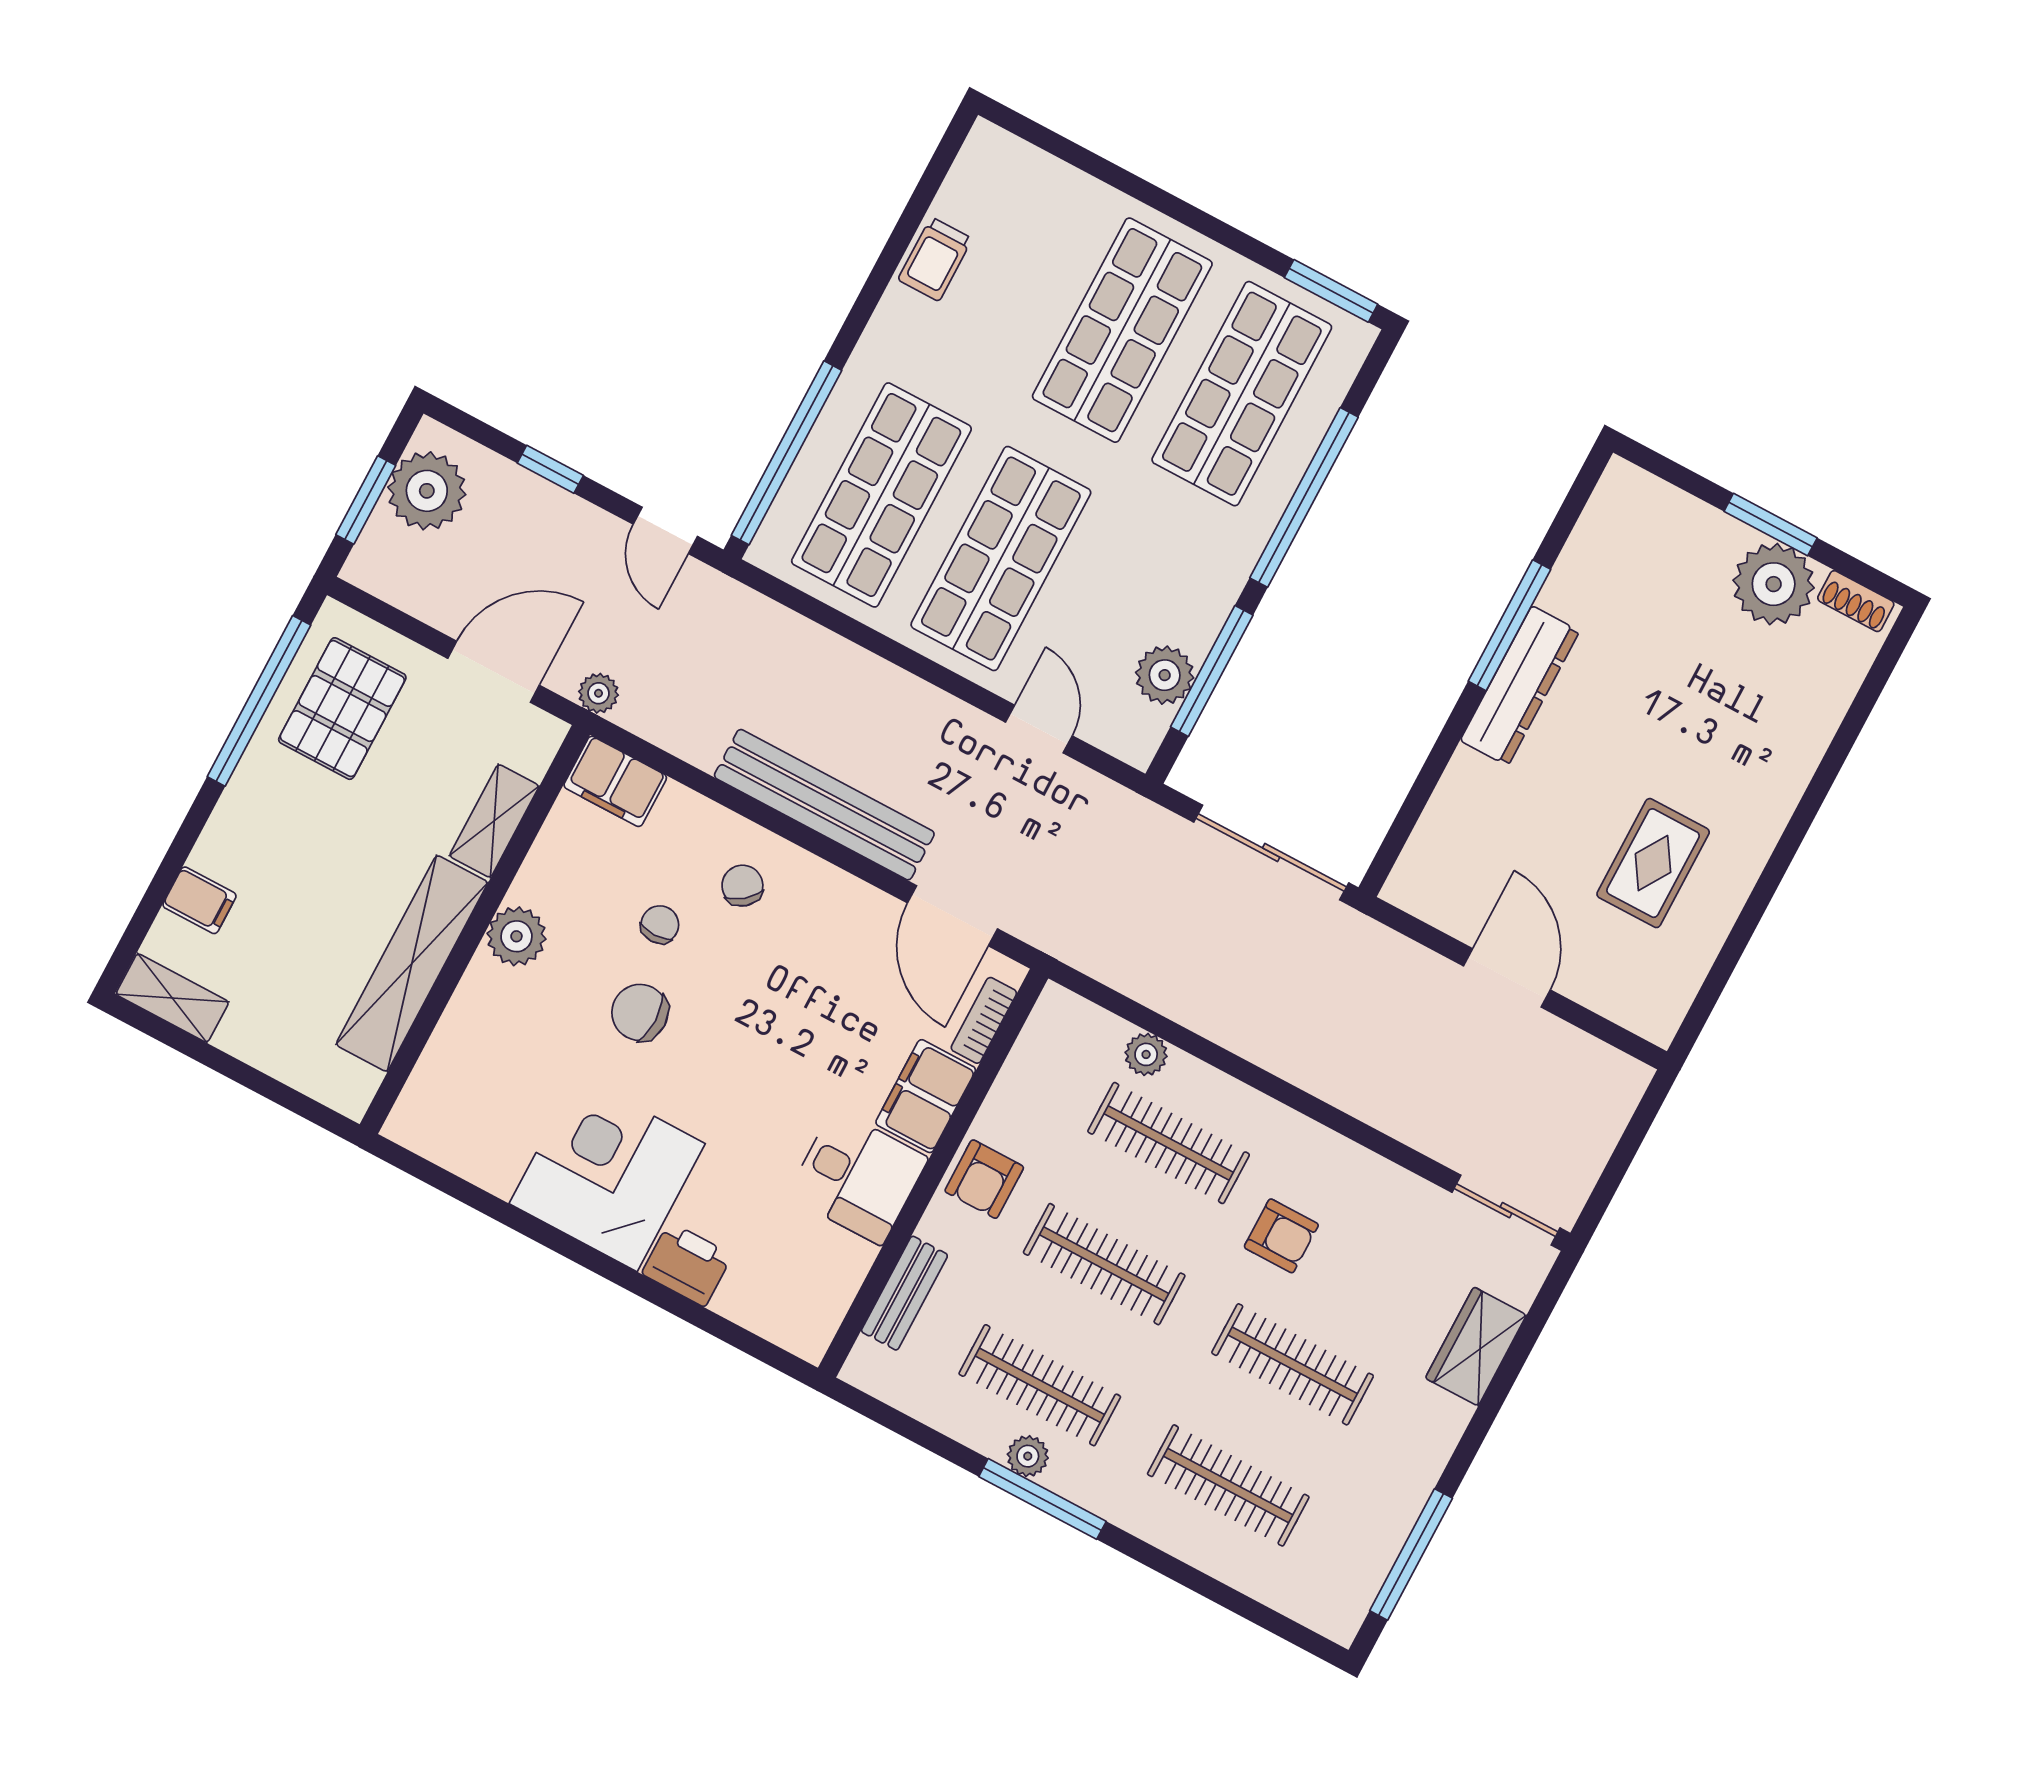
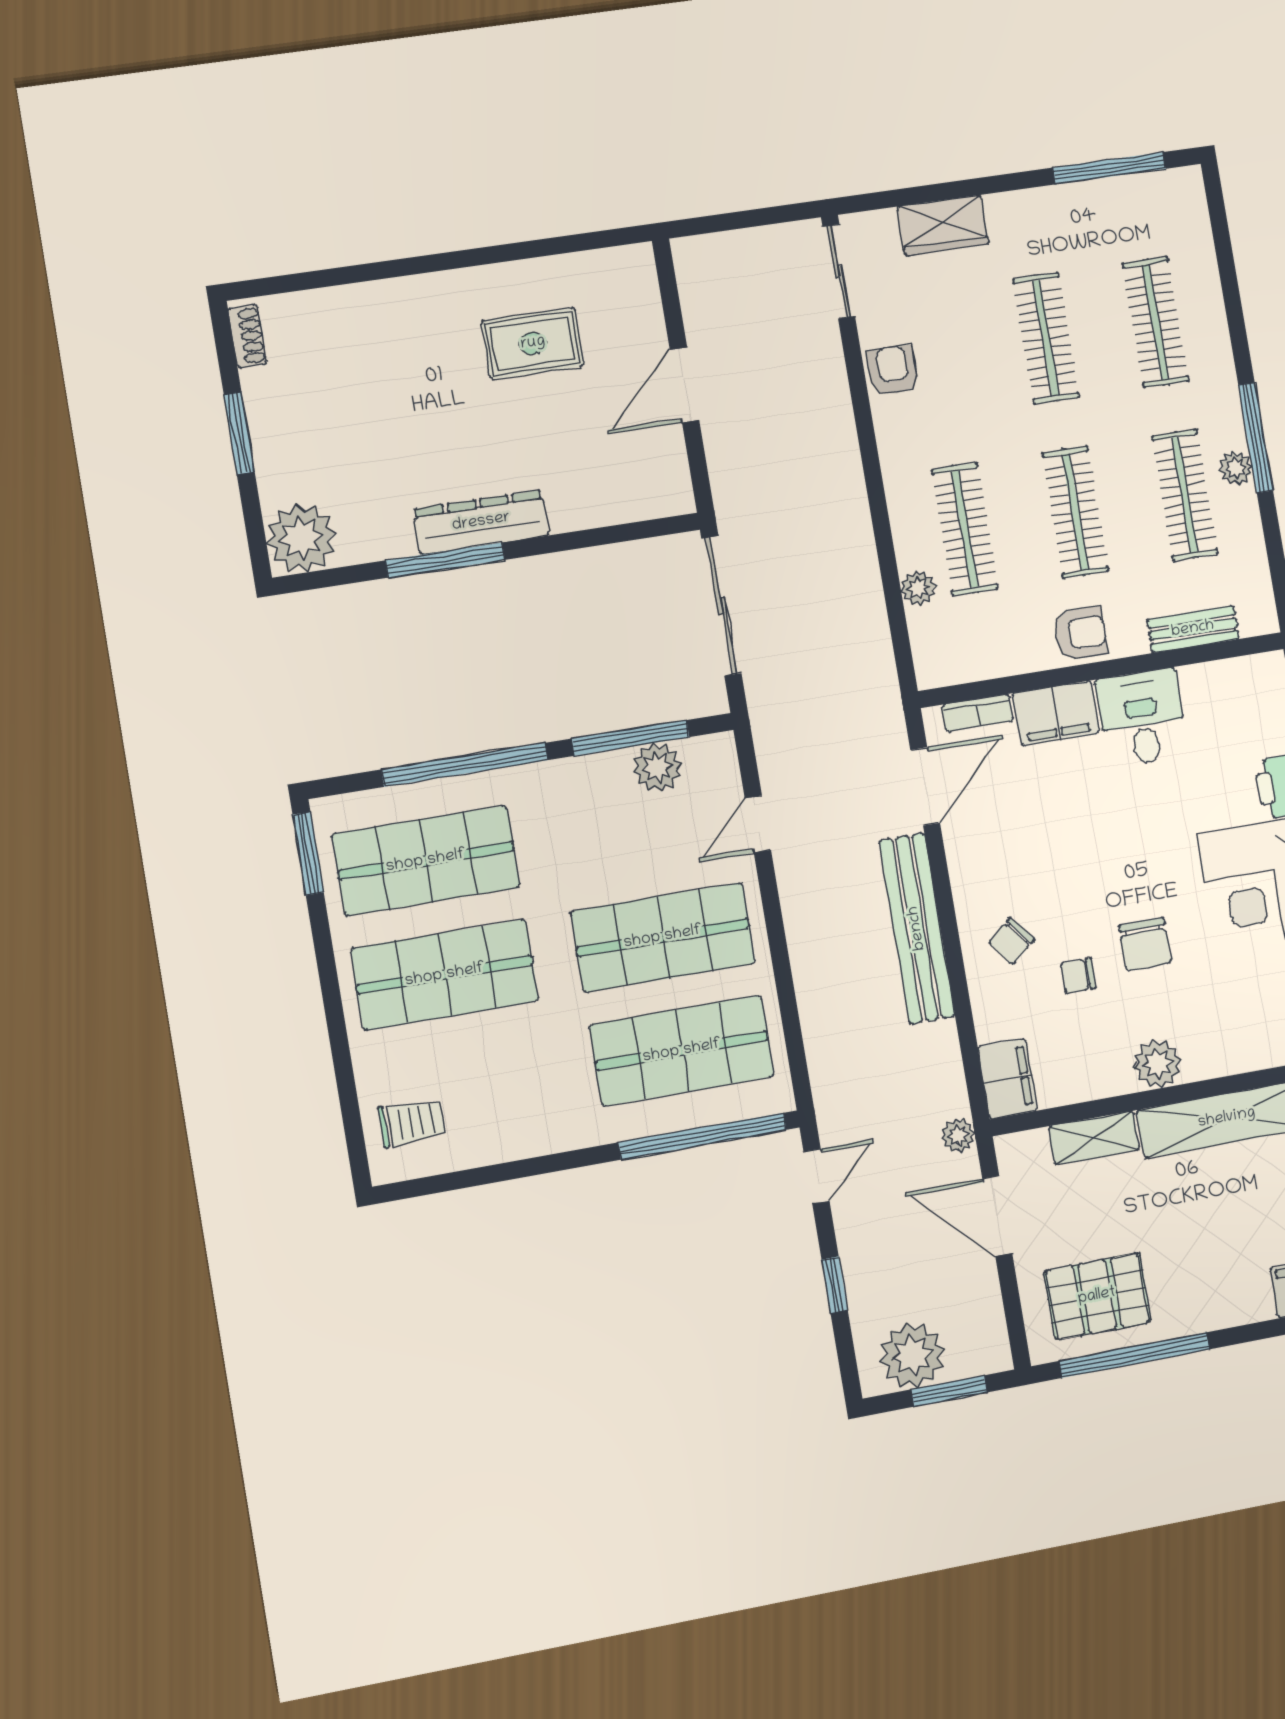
trolley: (935, 259) -> (412, 1122), moved
plant: (1774, 584) -> (301, 538), moved
armchair: (1281, 1236) -> (893, 371), moved

